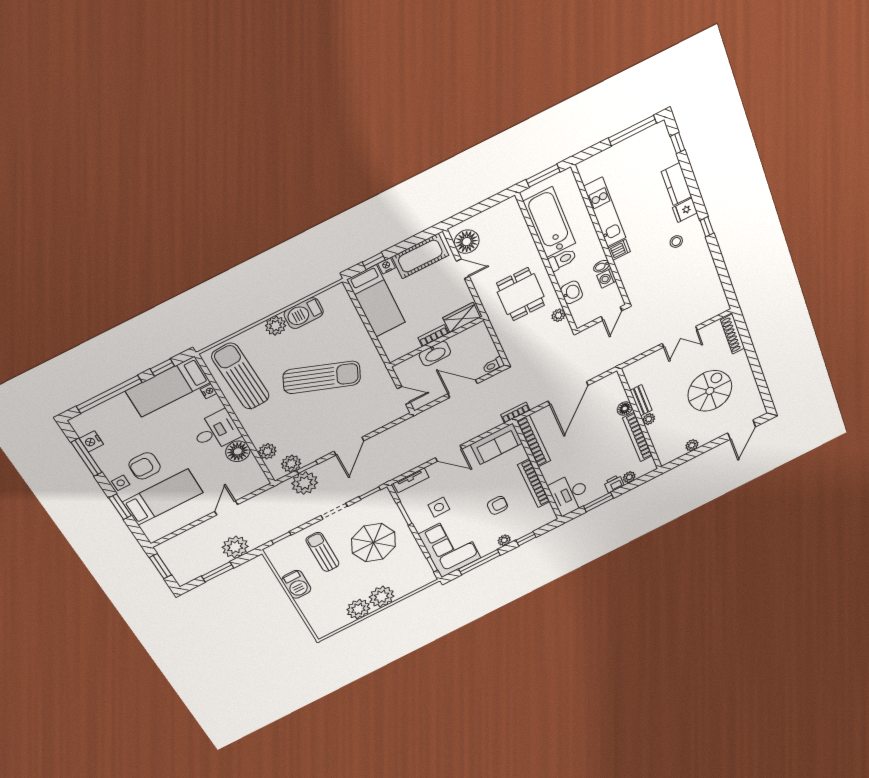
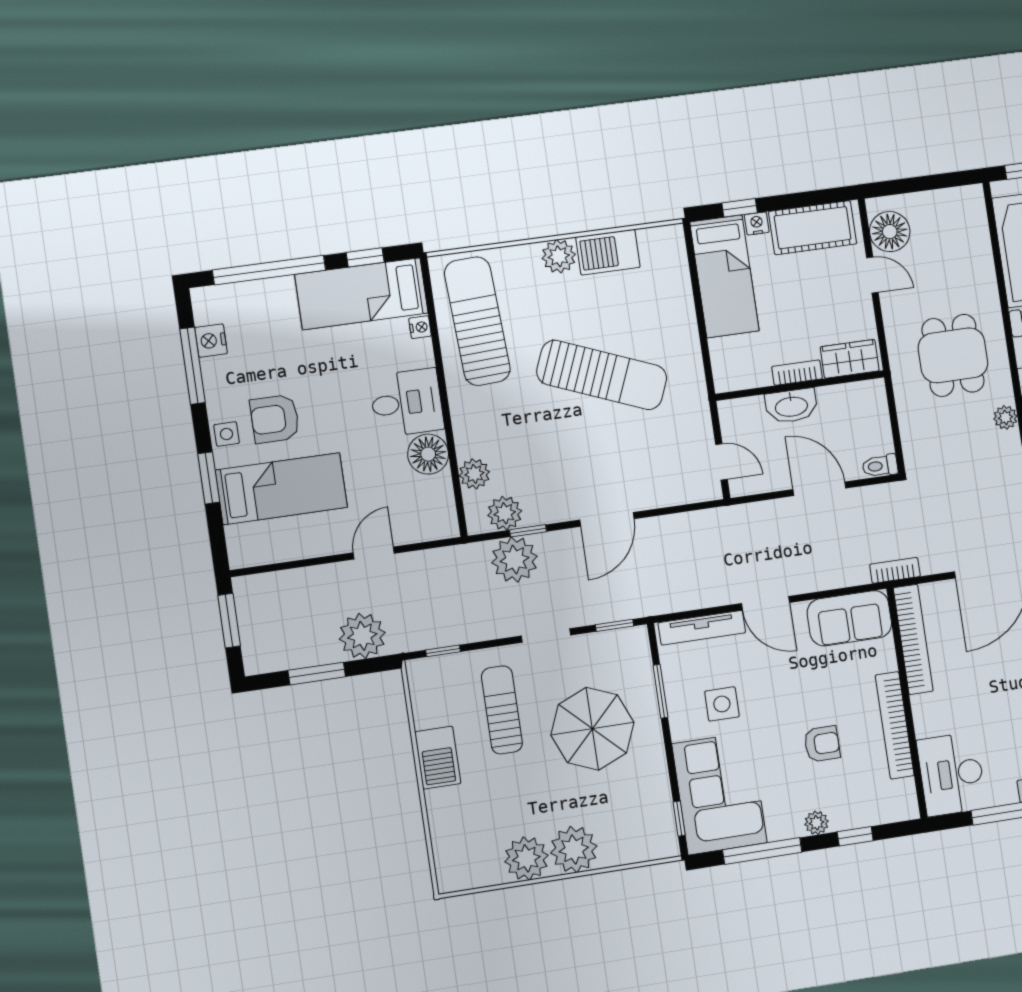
tv unit: (411, 480) -> (702, 628), width x1.41

